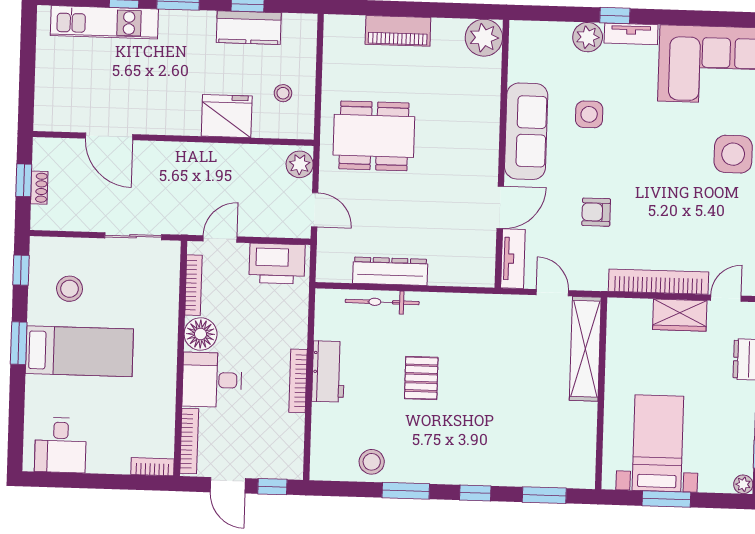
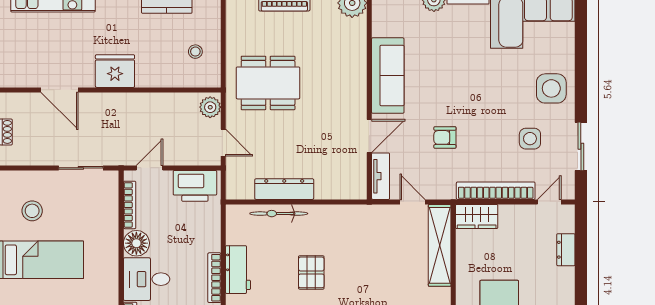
side table: (589, 114) -> (530, 139), moved
fridge: (227, 116) -> (115, 71), moved
wardrobe: (680, 315) -> (477, 217), moved

